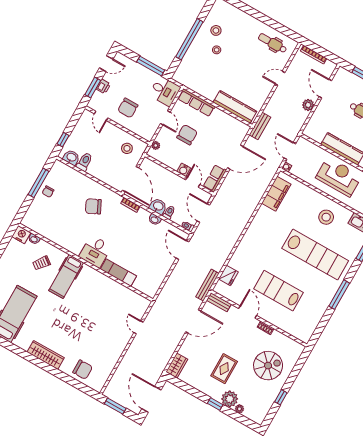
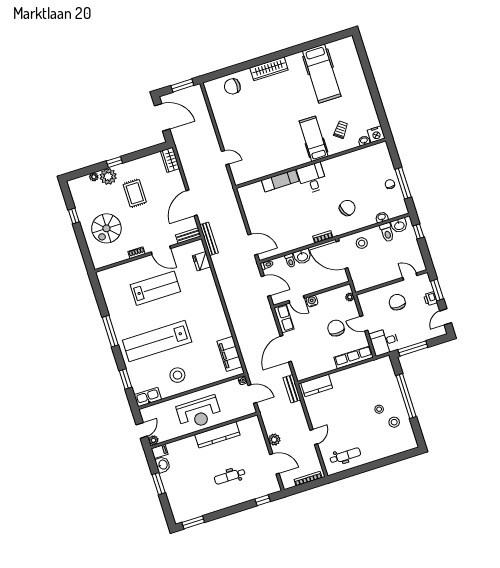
kitchen counter: (235, 107) -> (317, 385), width x0.67
chair: (187, 135) -> (336, 328), turned 180
stool: (127, 148) -> (362, 243), moved
washbasin: (155, 220) -> (382, 217), moved

